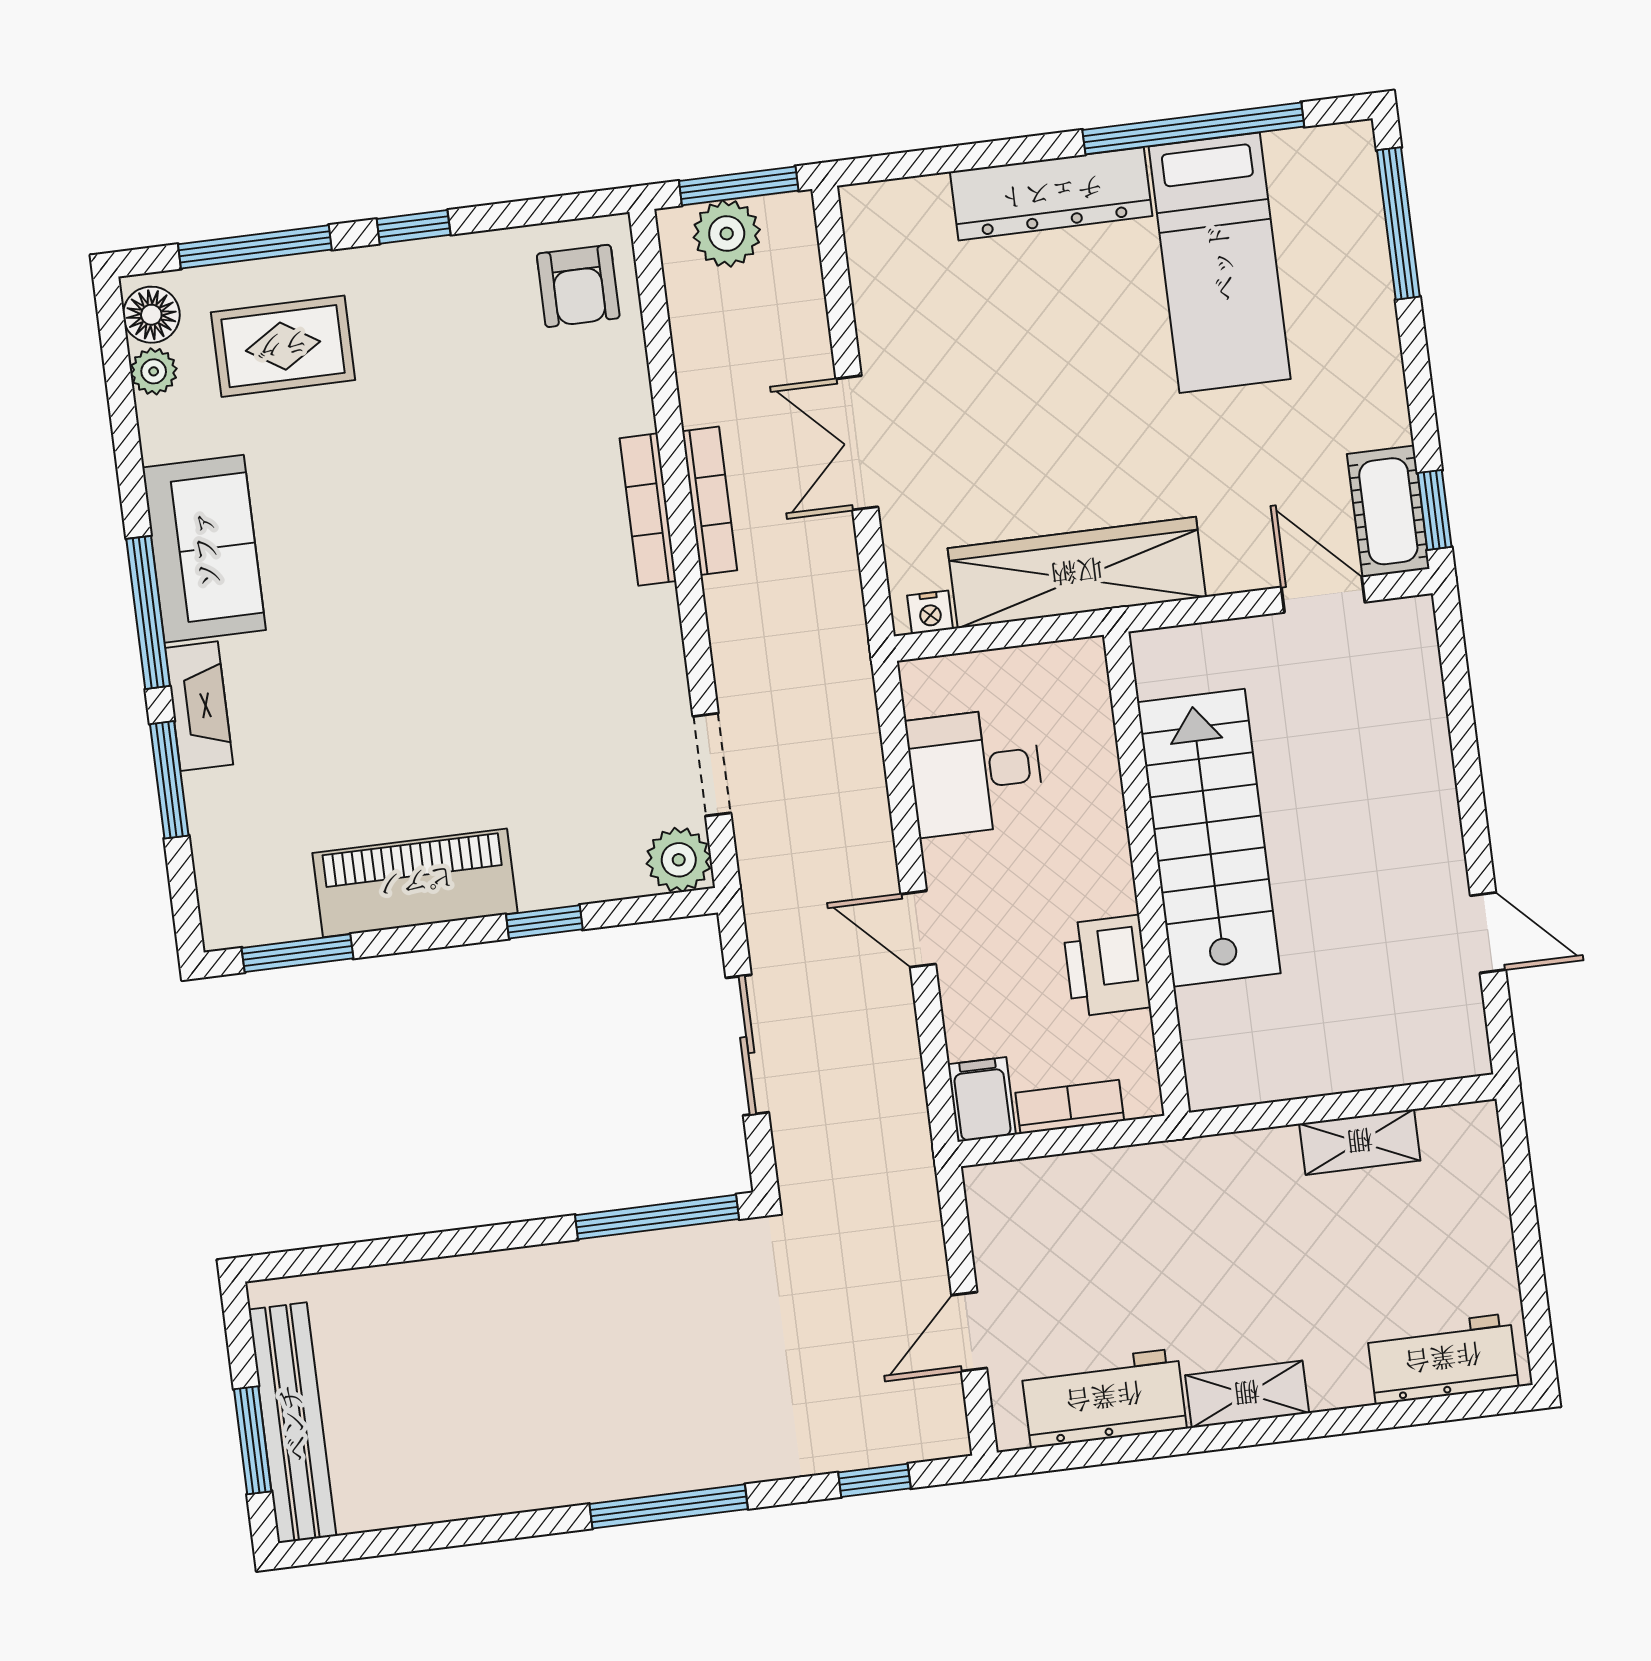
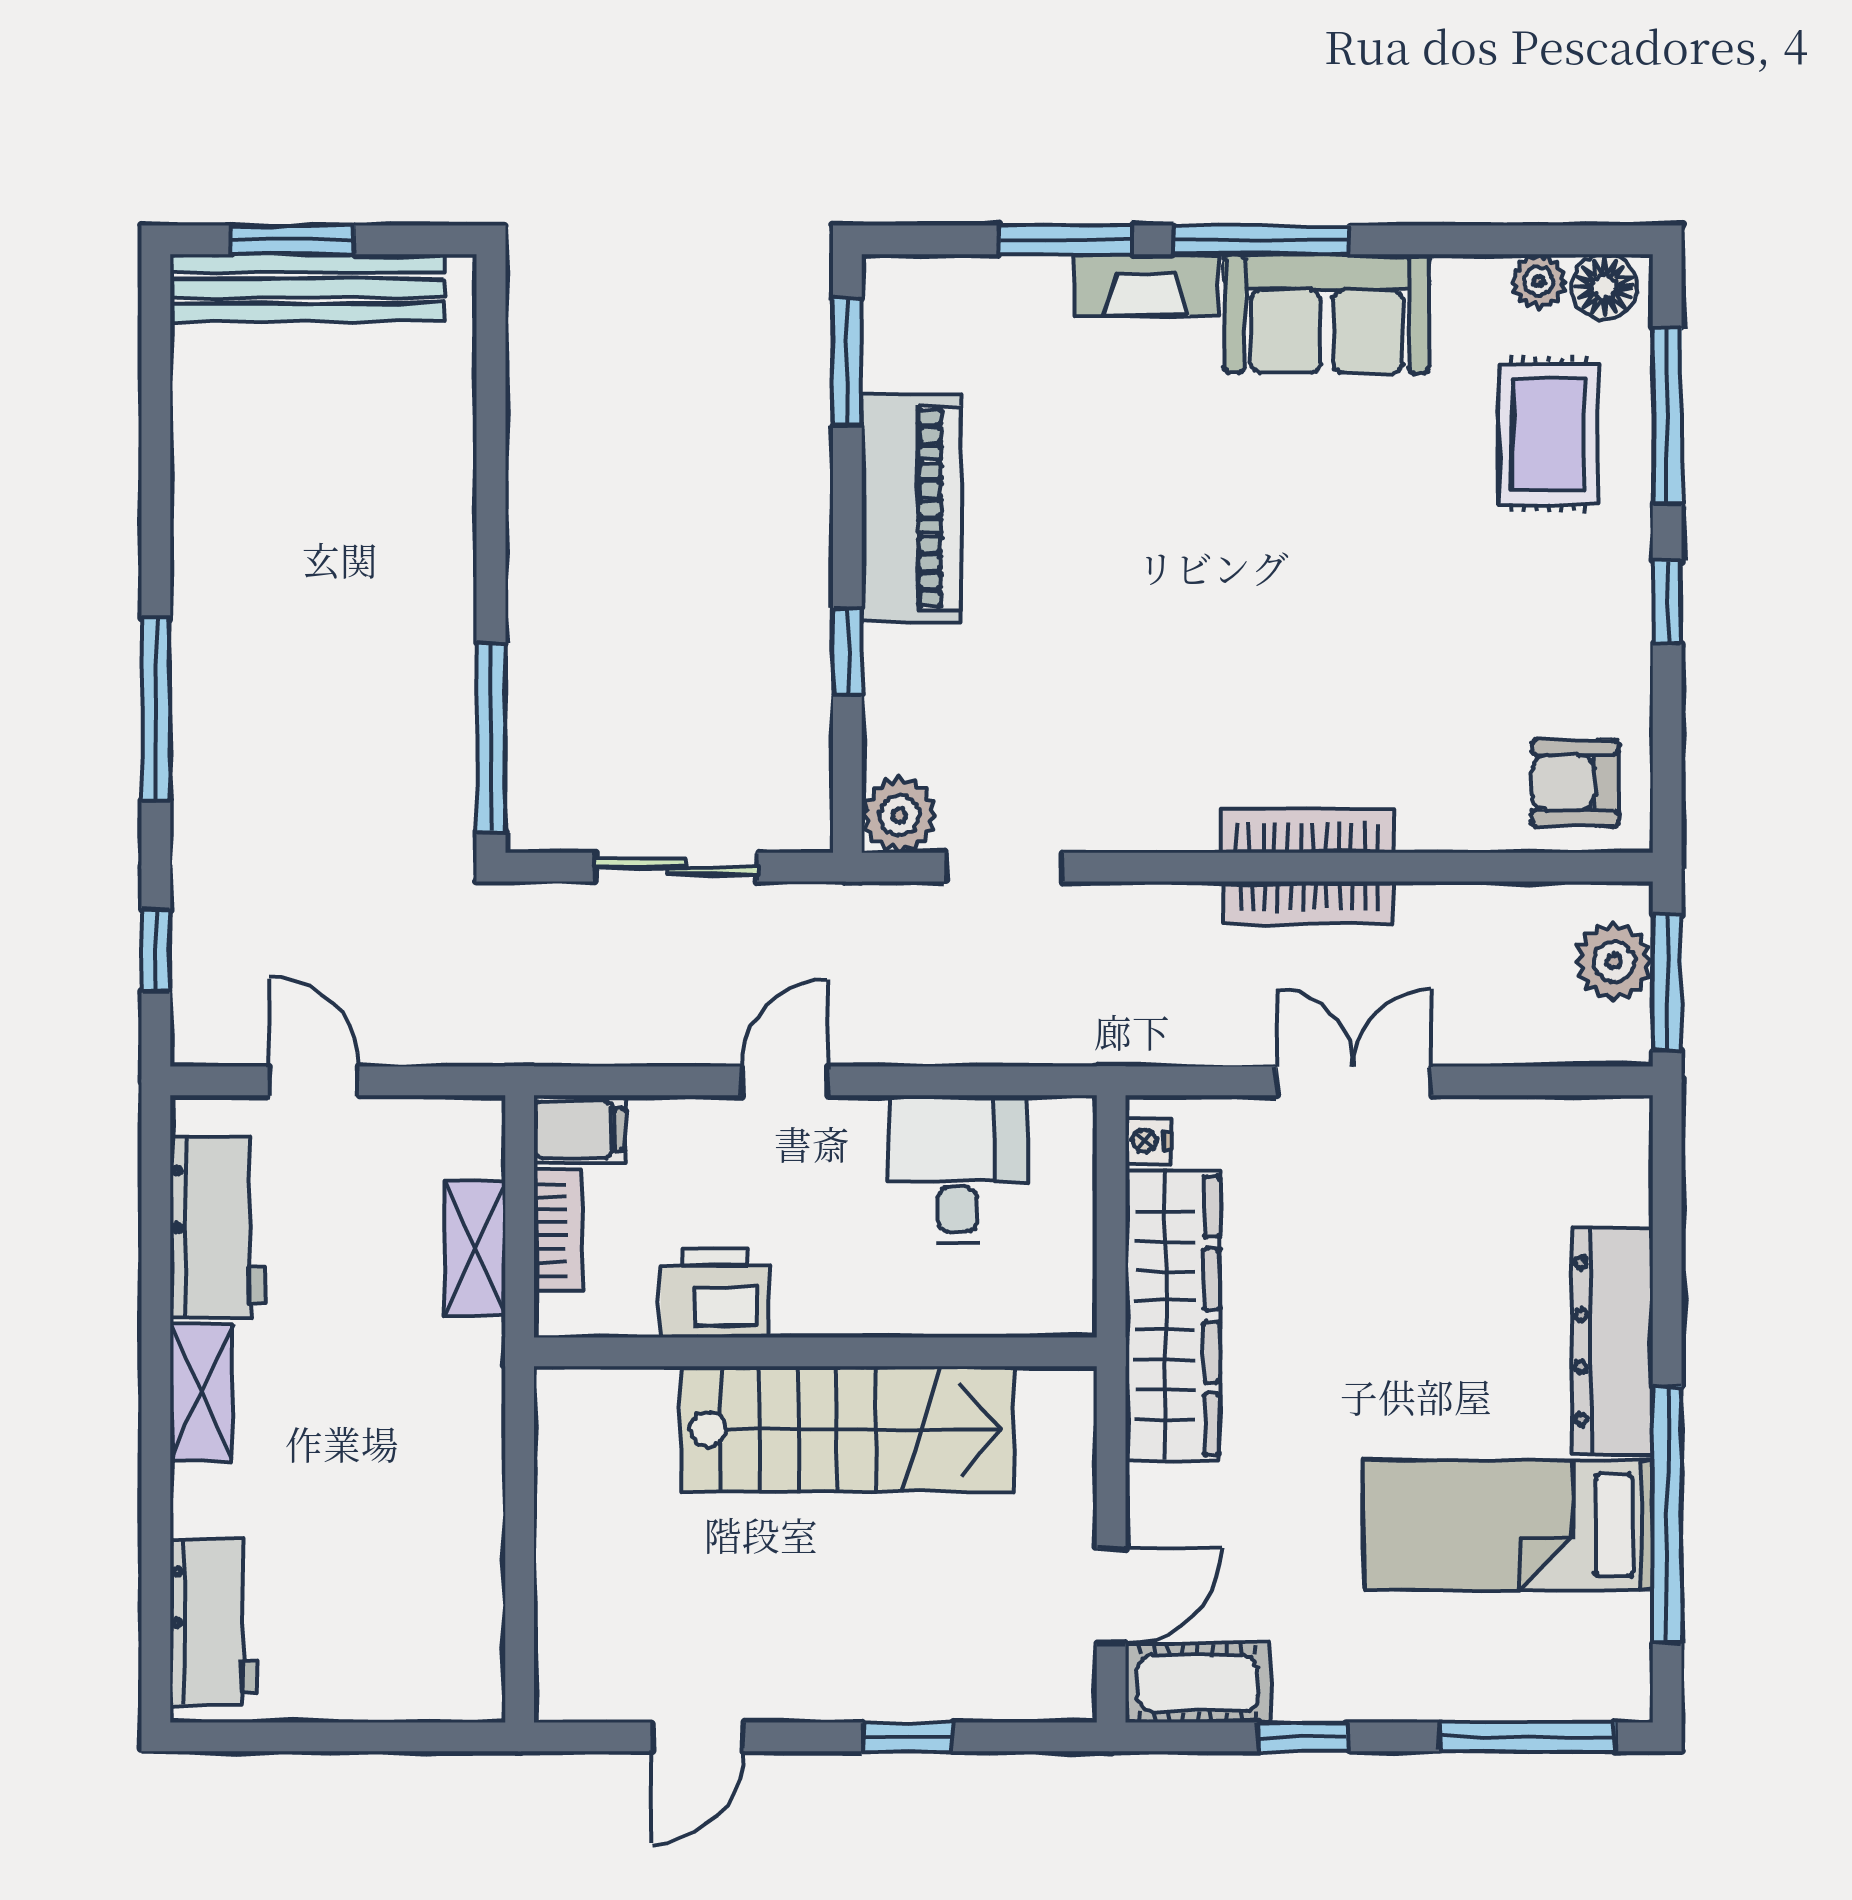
window: (1435, 510) -> (1303, 1737), moved
window: (1465, 753) -> (908, 1737), added
shelving: (1360, 1142) -> (475, 1249), moved

